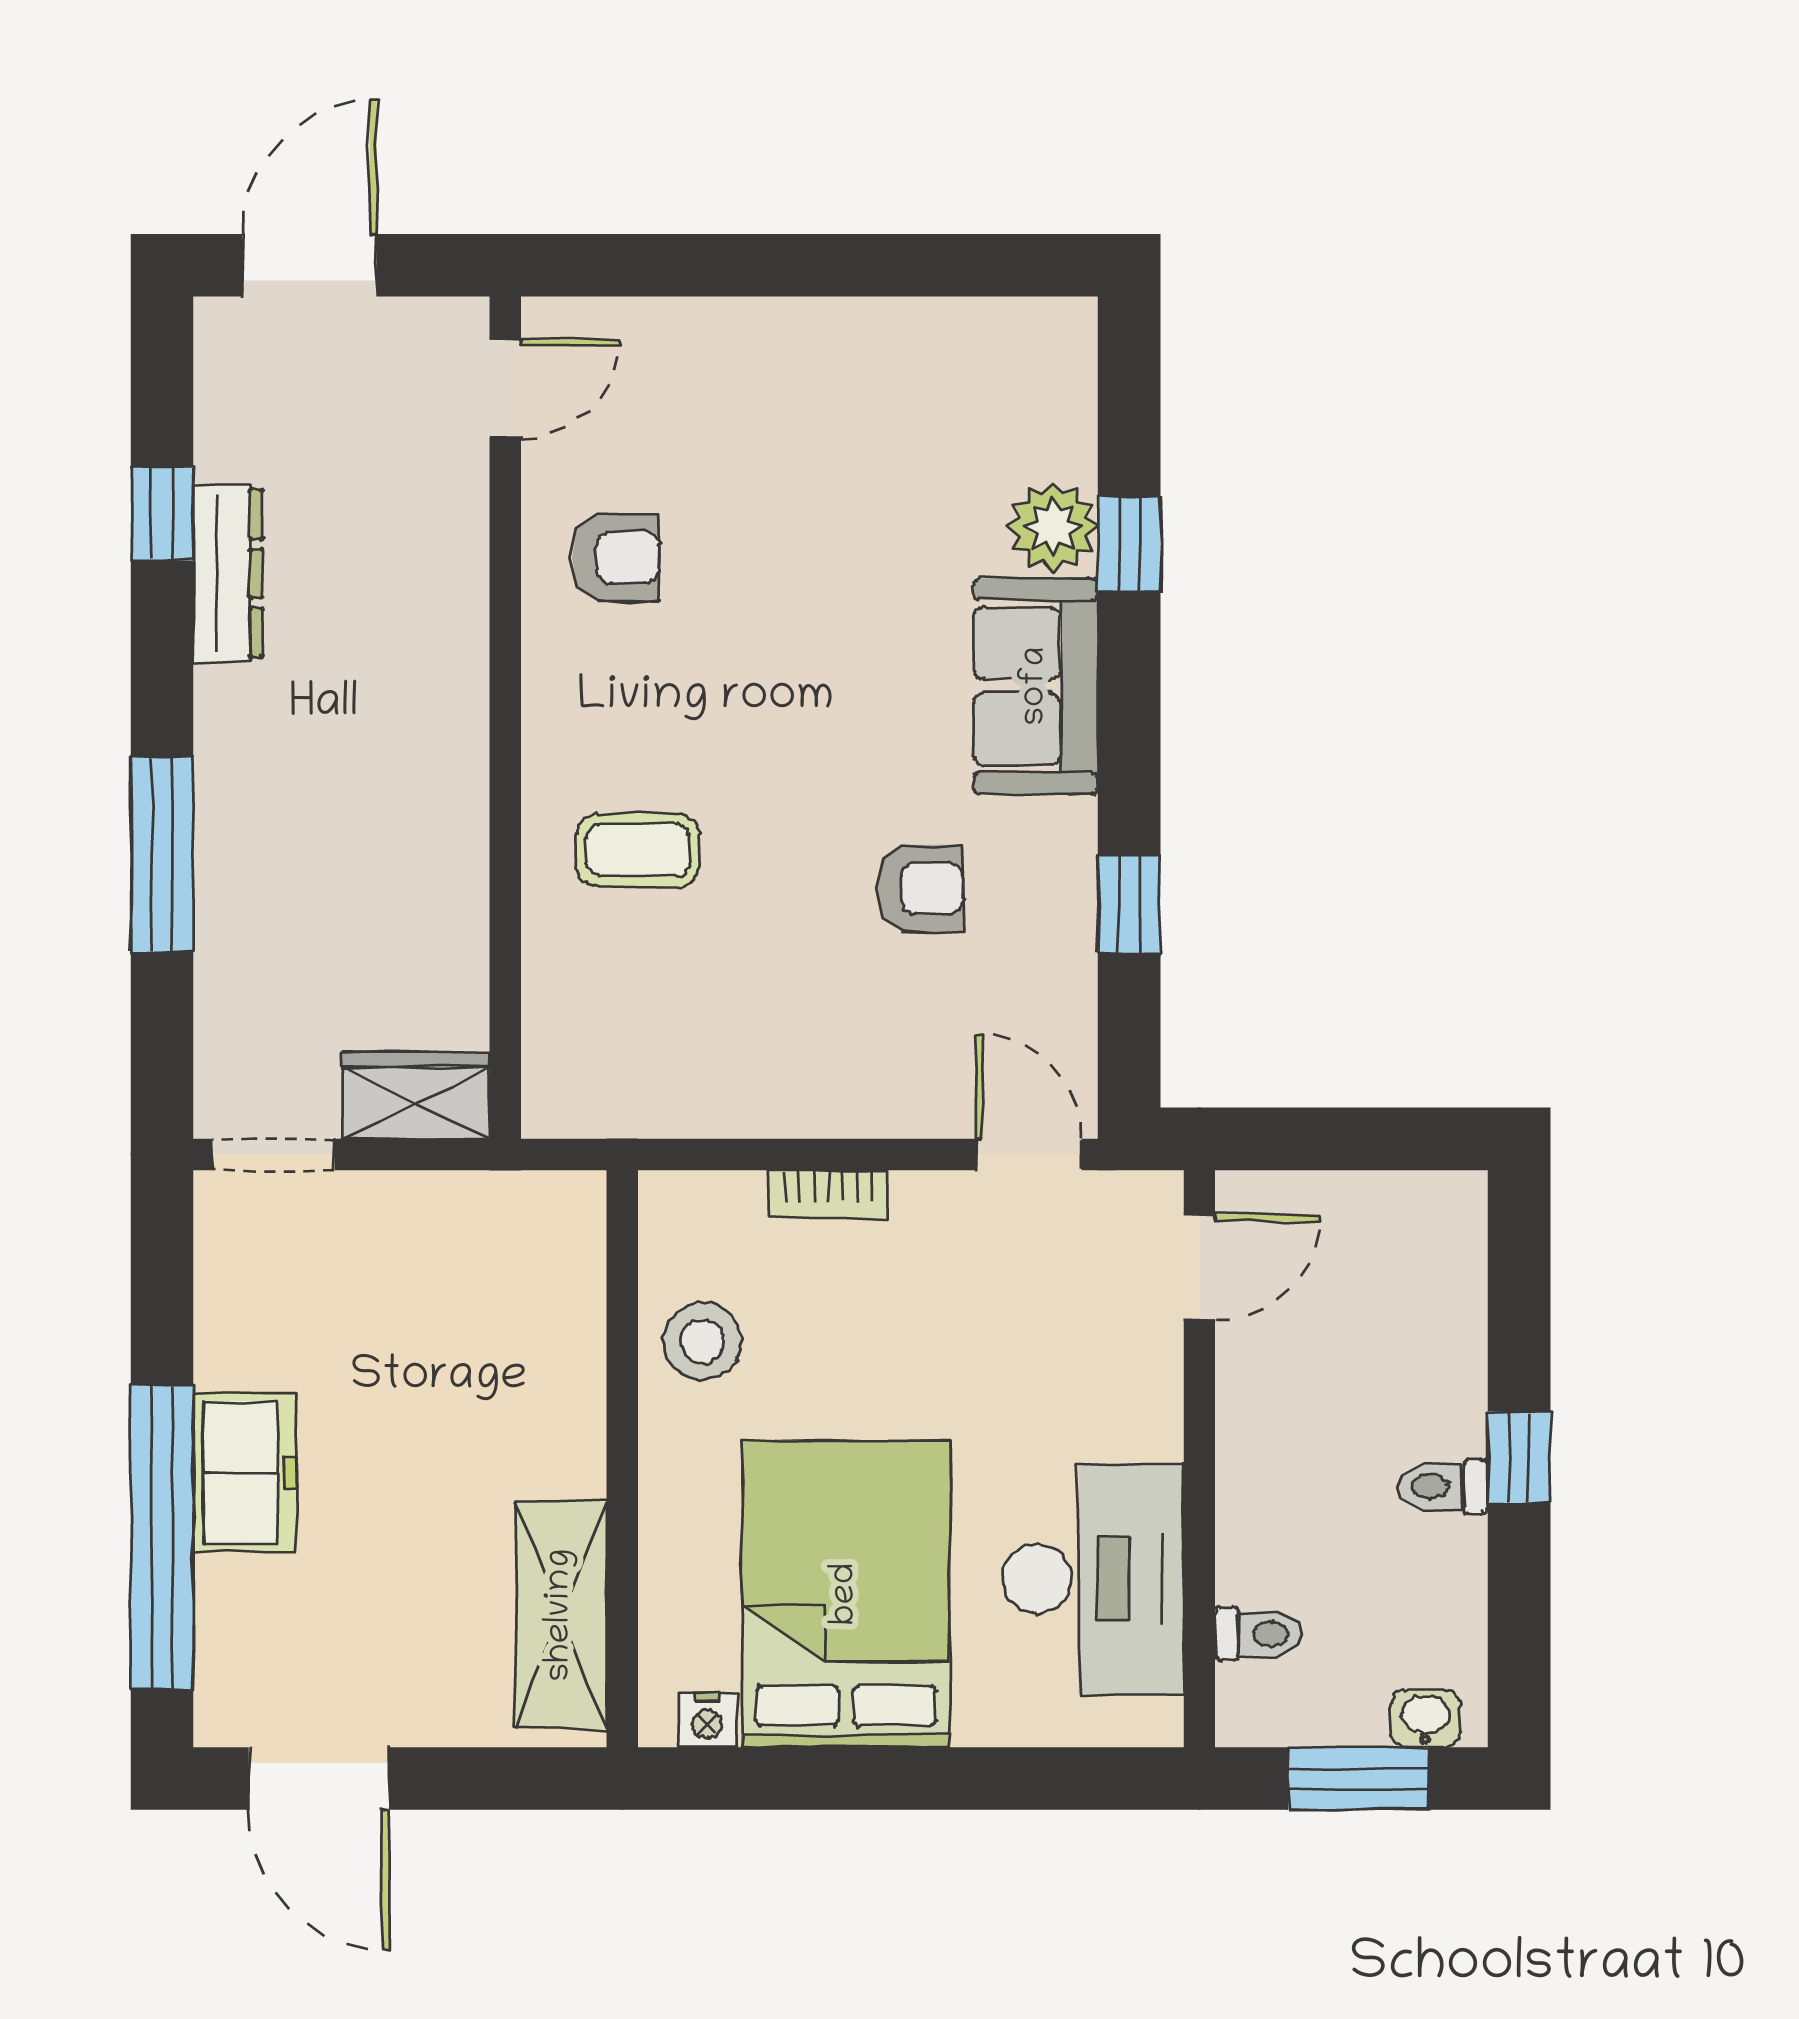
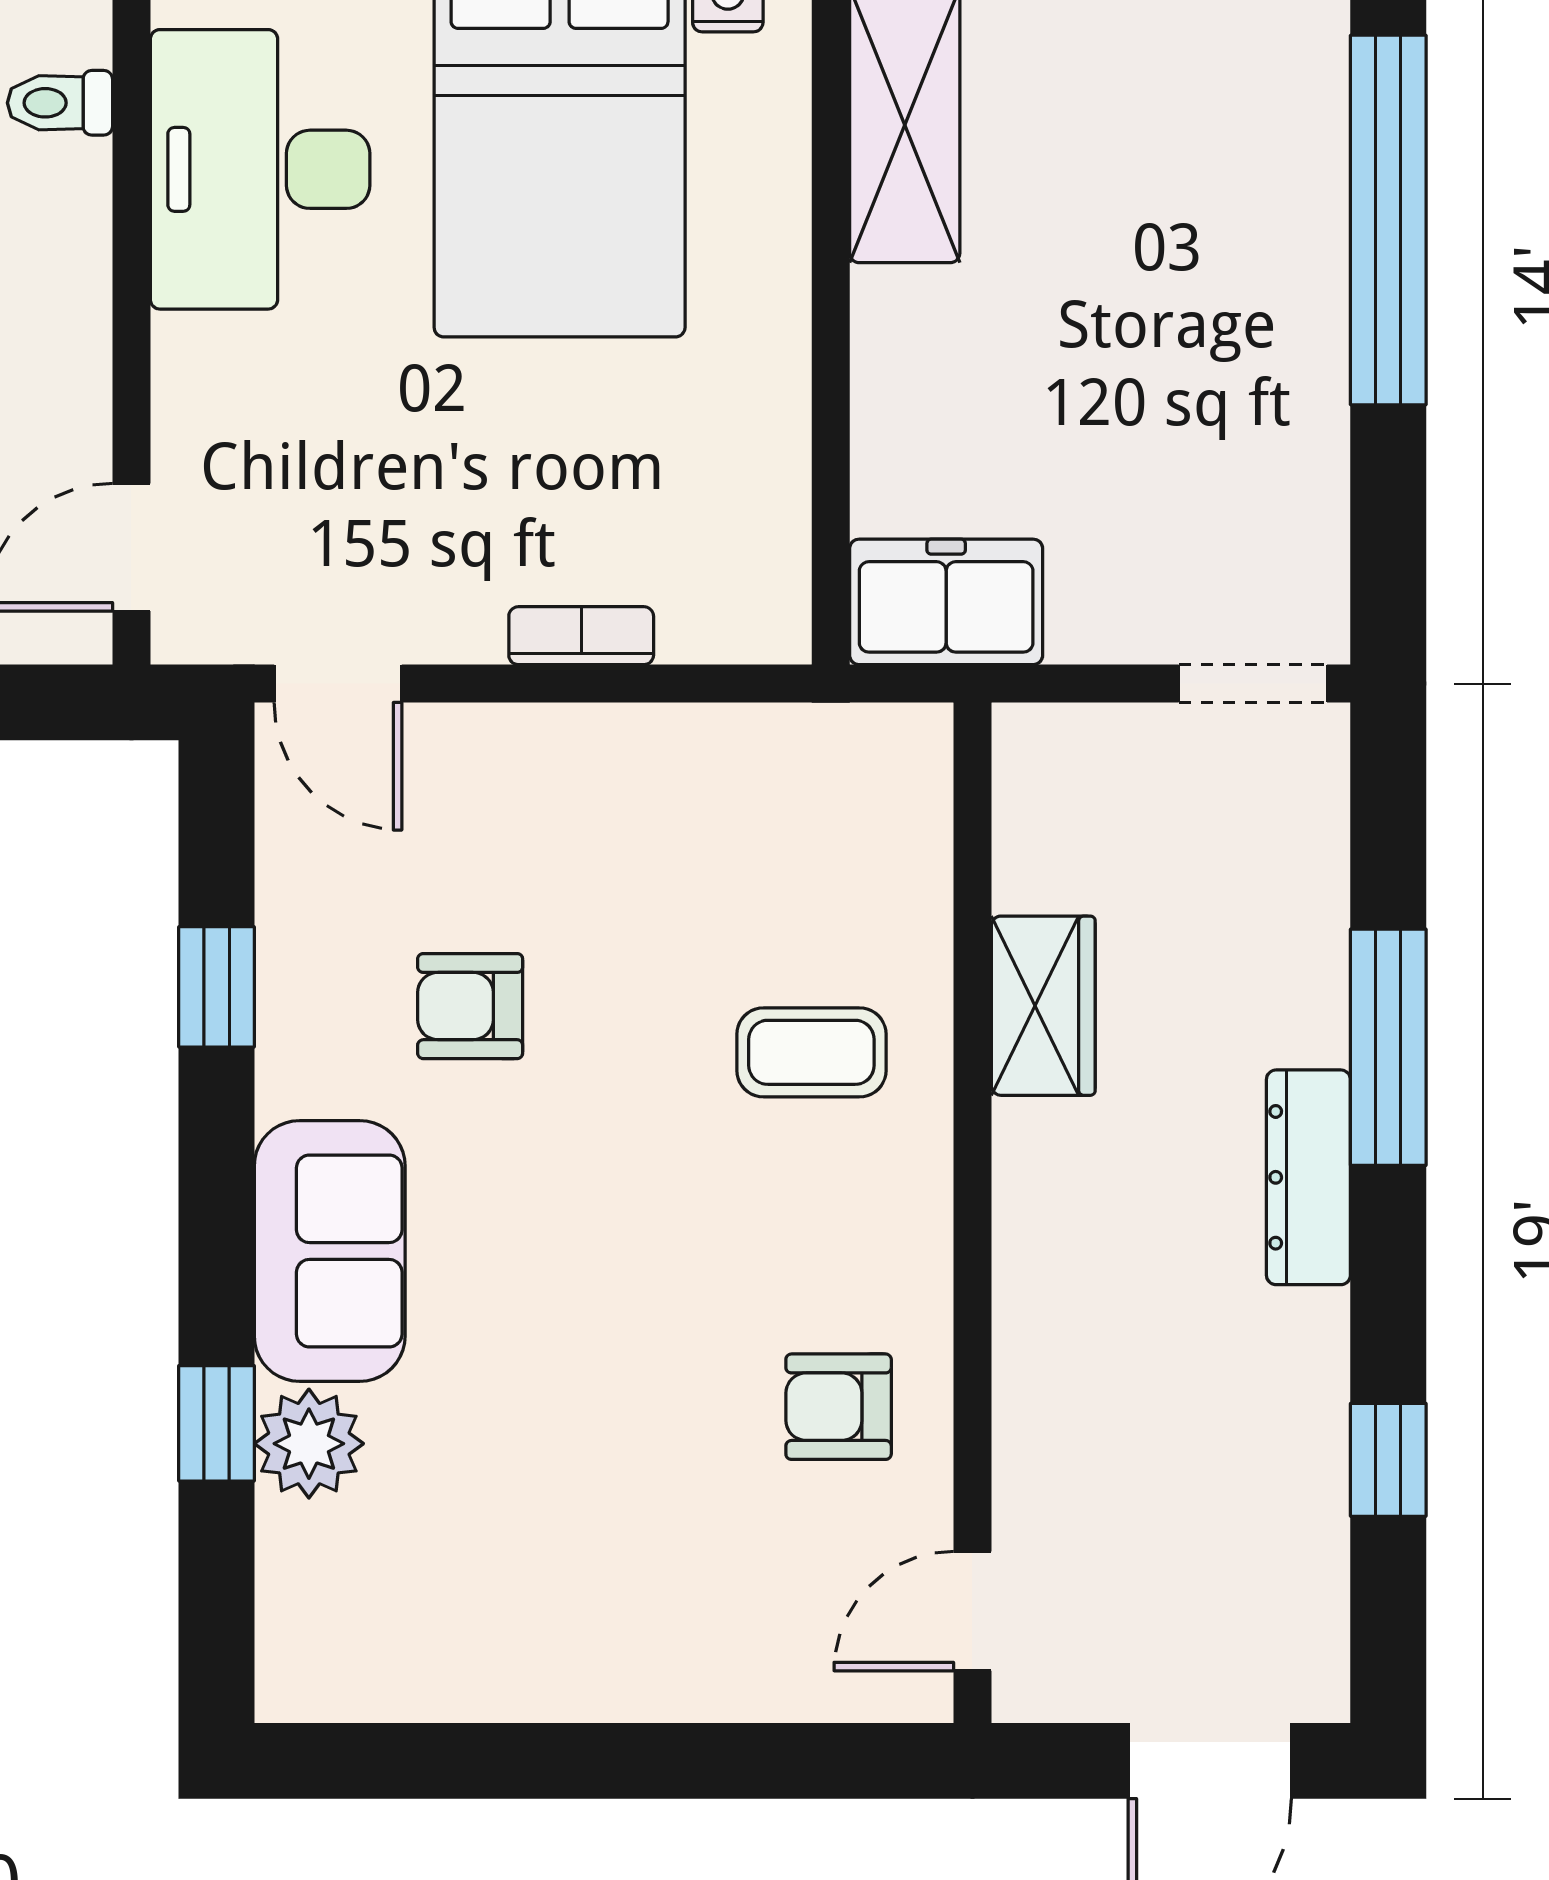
dresser: (228, 574) -> (1308, 1177), moved
wardrobe: (416, 1096) -> (1043, 1006), moved, turned -90
stool: (702, 1341) -> (733, 458), removed
freezer: (245, 1473) -> (946, 602), moved, turned 90

